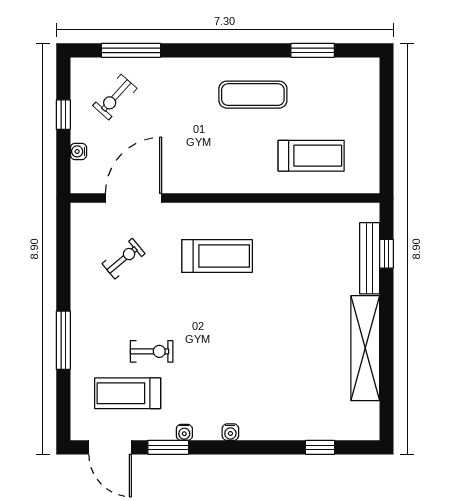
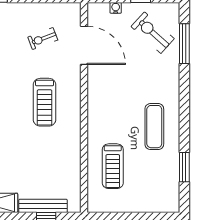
exercise bike: (115, 97) -> (153, 33), width x1.38, depth x1.39
exercise bike: (124, 259) -> (43, 39), turned 109

